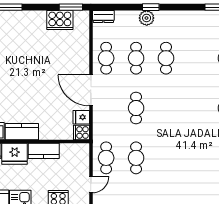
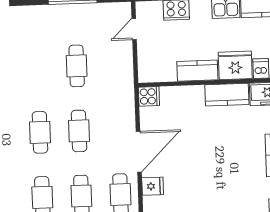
door: (91, 90) -> (139, 152), hinge flipped
fridge: (81, 117) -> (153, 186), moved
cafe table: (106, 158) -> (40, 132), moved

